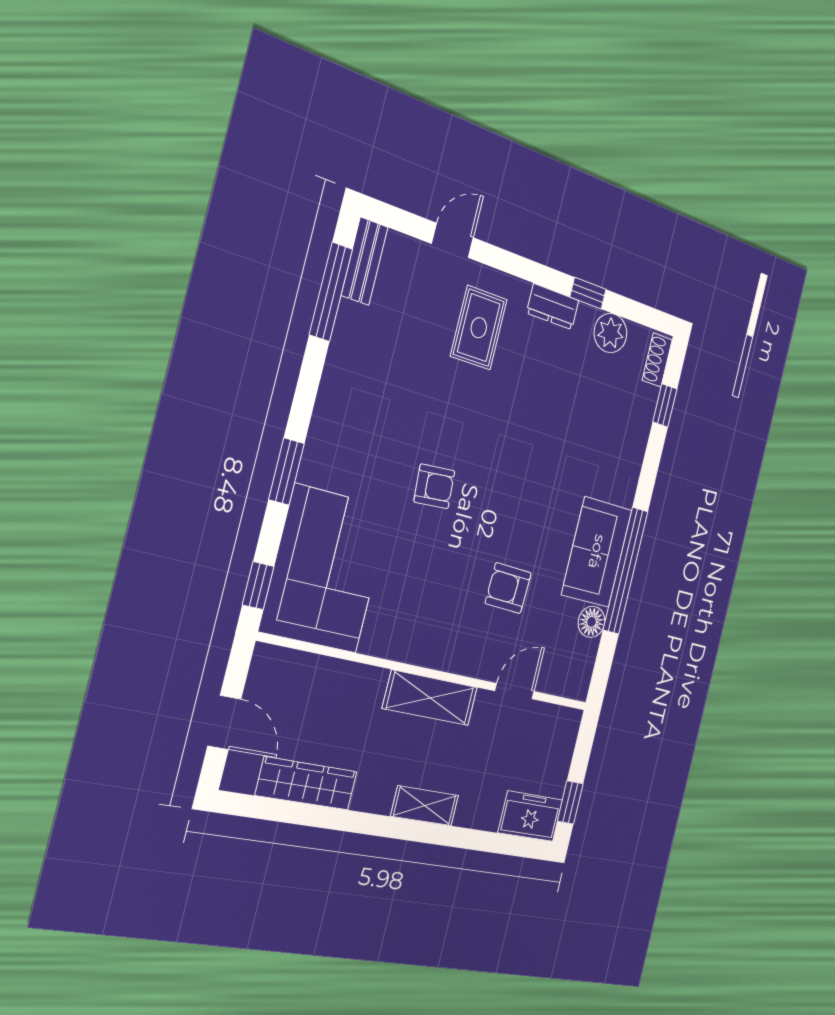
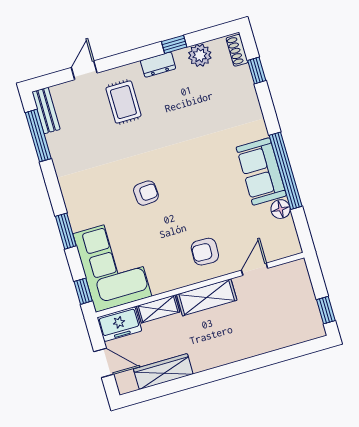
armchair: (508, 588) -> (205, 252), moved
shelving: (425, 806) -> (158, 309), moved
freezer: (530, 816) -> (119, 324), moved, turned 180

